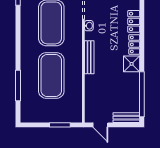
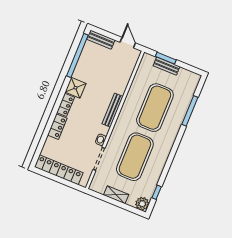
bench: (56, 118) -> (167, 66), added

